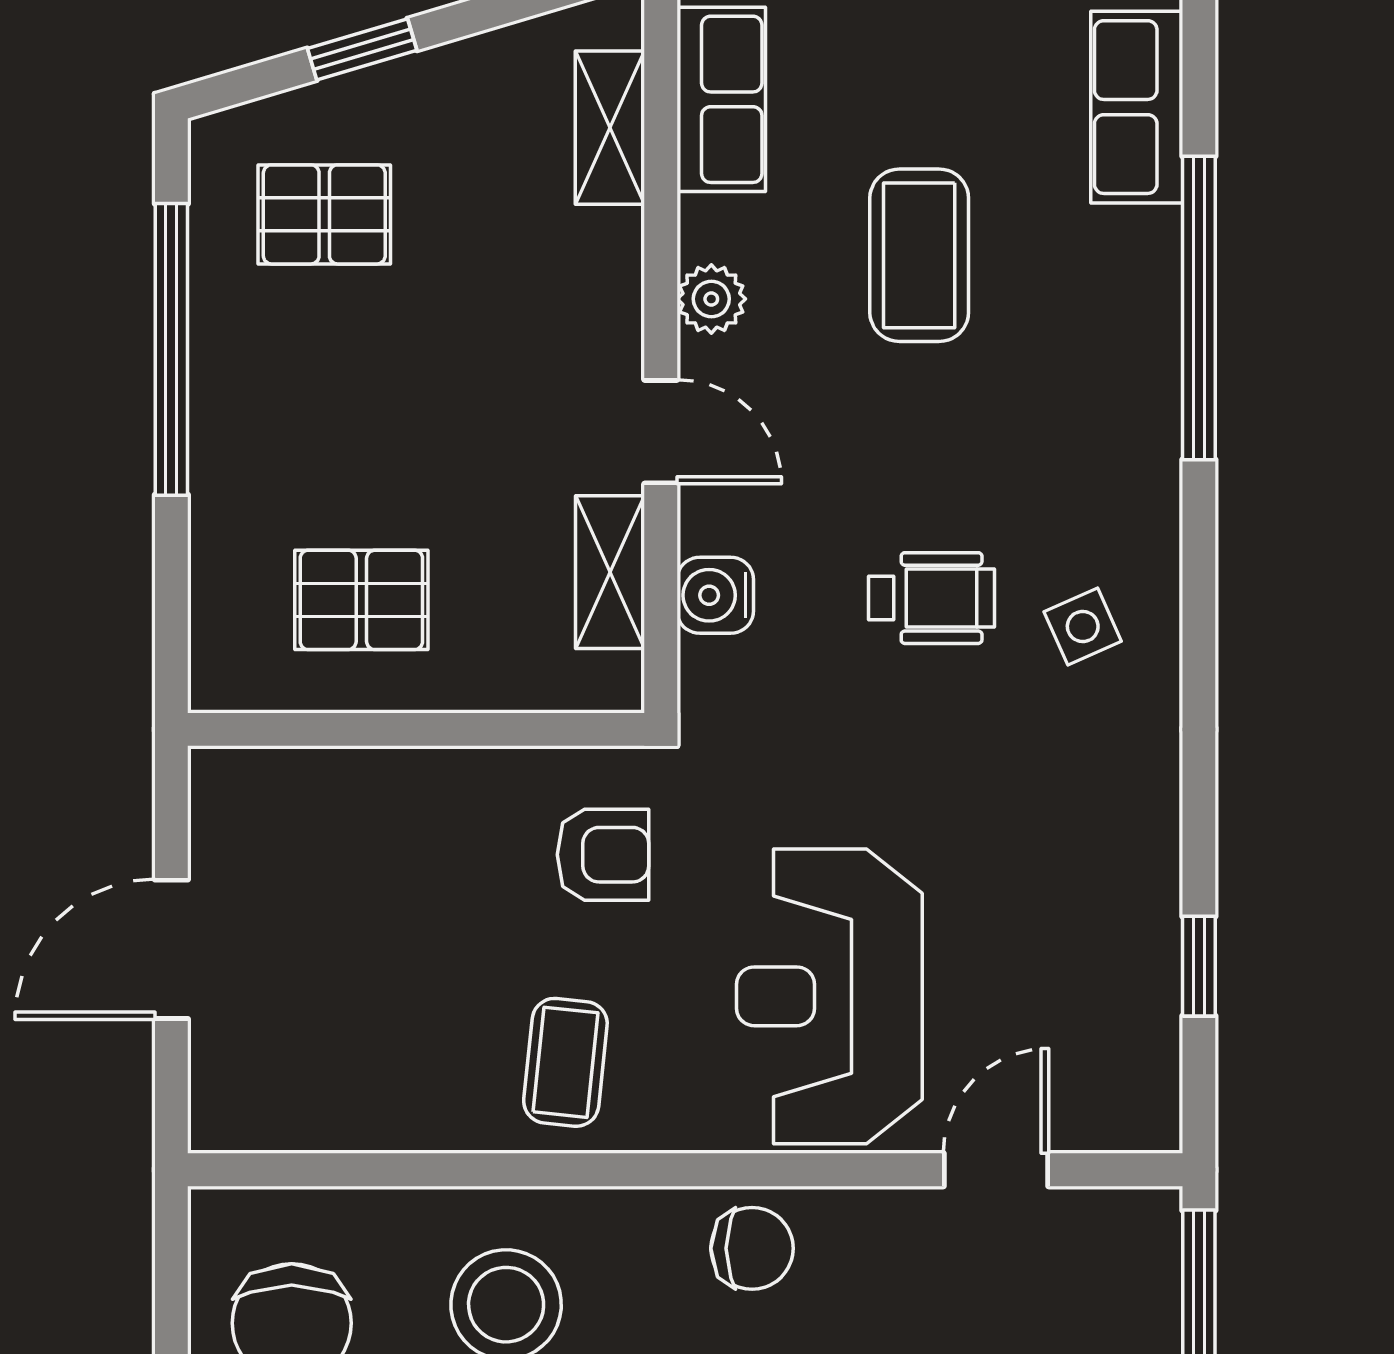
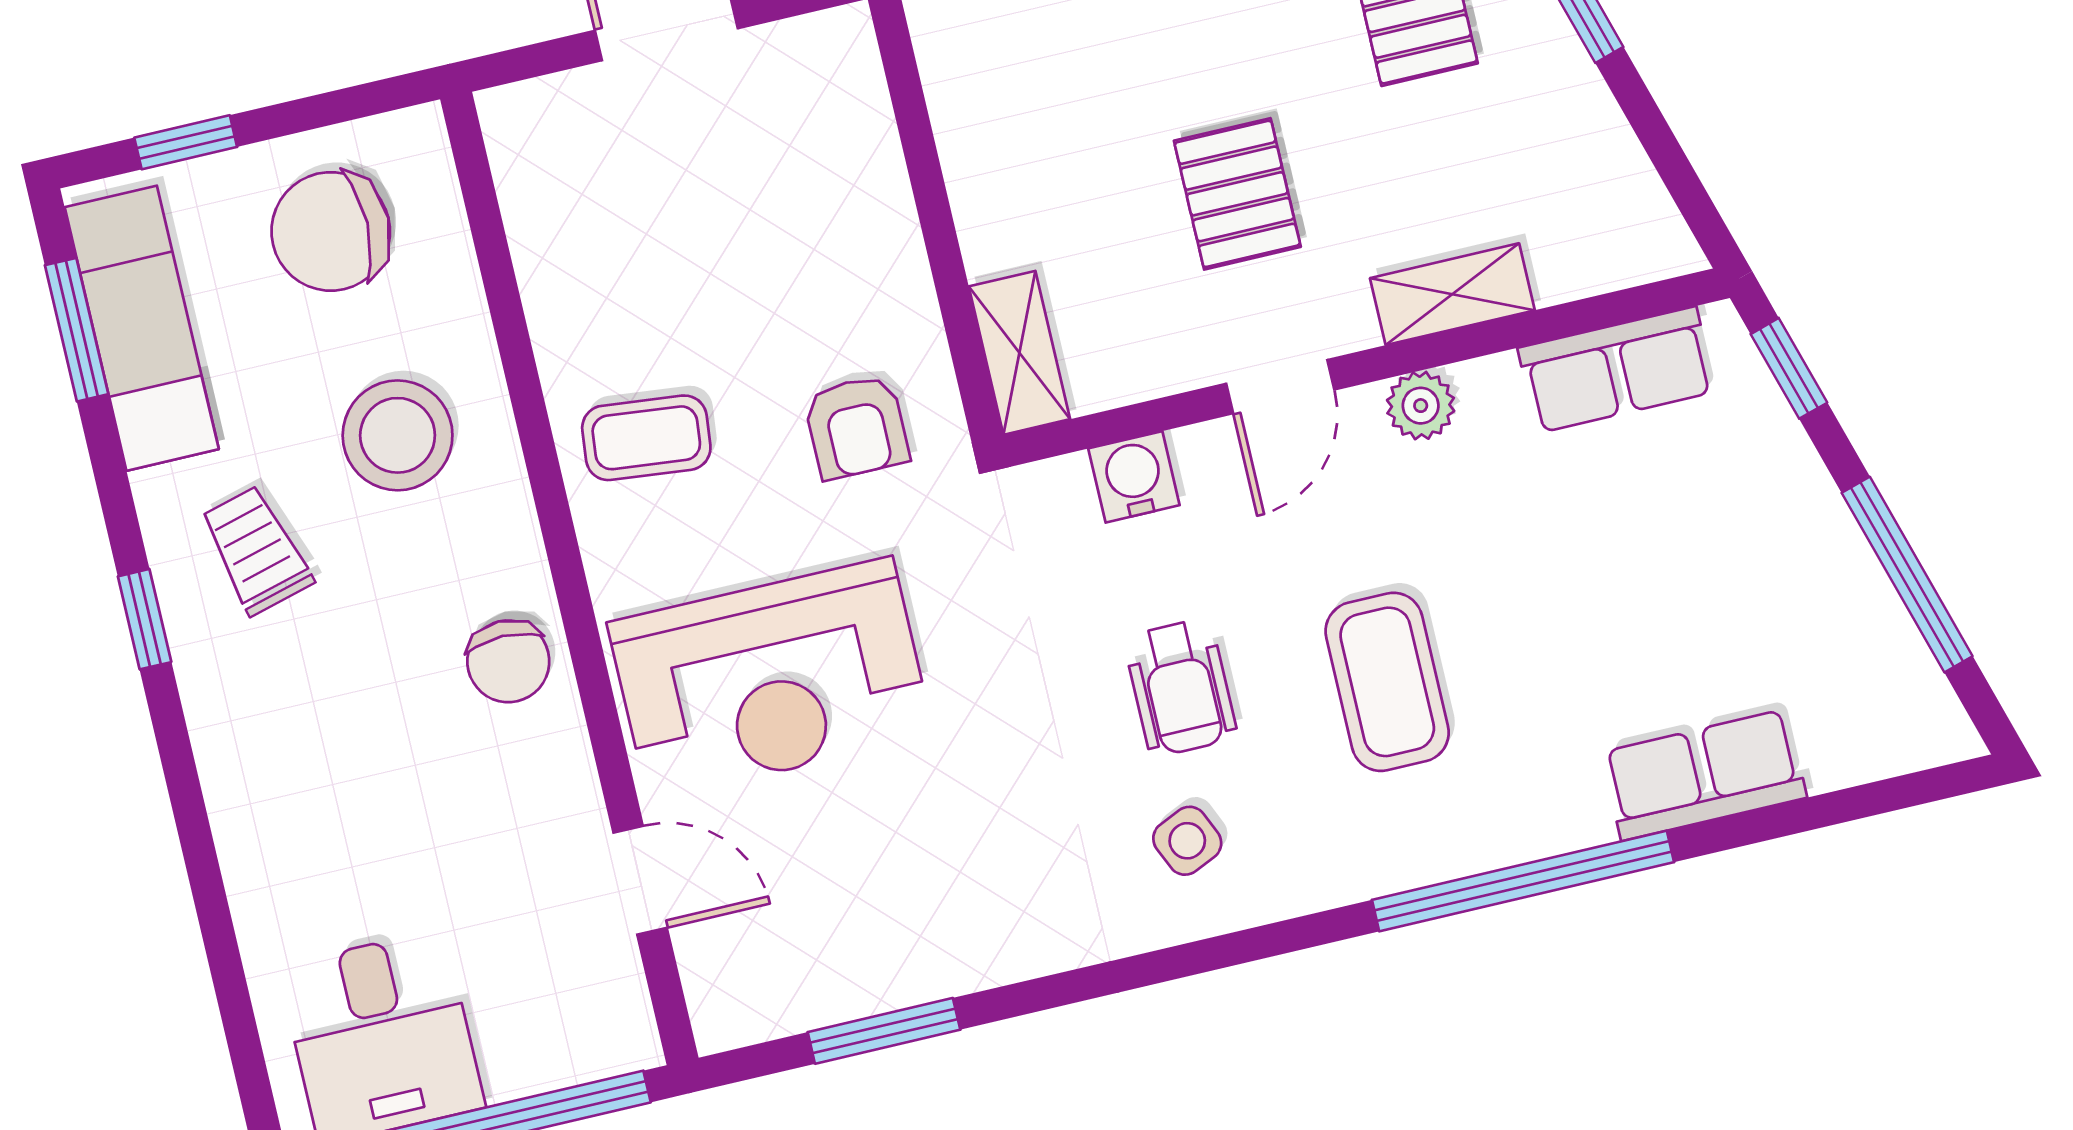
shelving: (610, 128) -> (1452, 294), moved
coffee table: (919, 255) -> (1387, 682), moved, turned 90
shelving: (610, 572) -> (1019, 353), moved, turned 90
pallet: (361, 600) -> (1237, 194), moved
window: (1199, 966) -> (884, 1031), width x1.50
reception desk: (829, 996) -> (770, 679), turned 180

